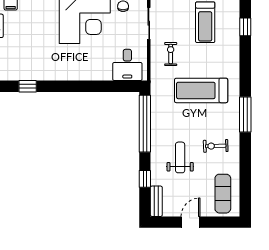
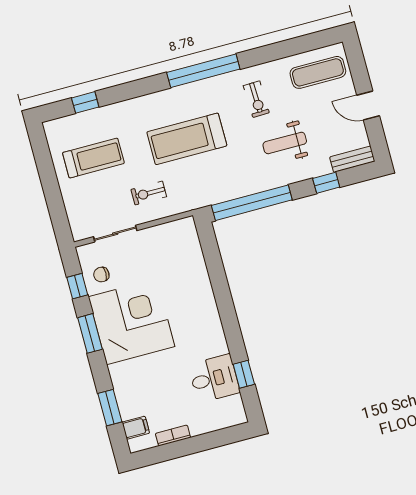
desk: (127, 65) -> (214, 378), moved
treadmill: (201, 90) -> (187, 139), turned 90
window: (245, 115) -> (203, 71), width x1.46

